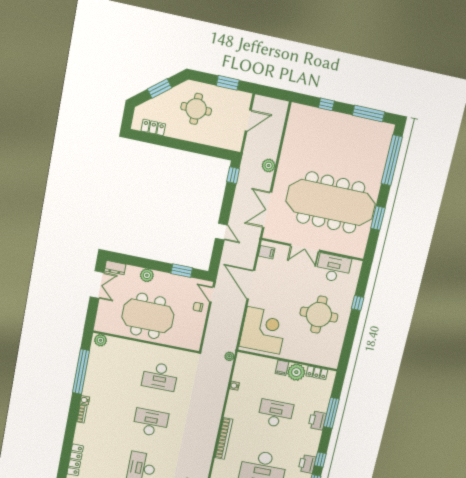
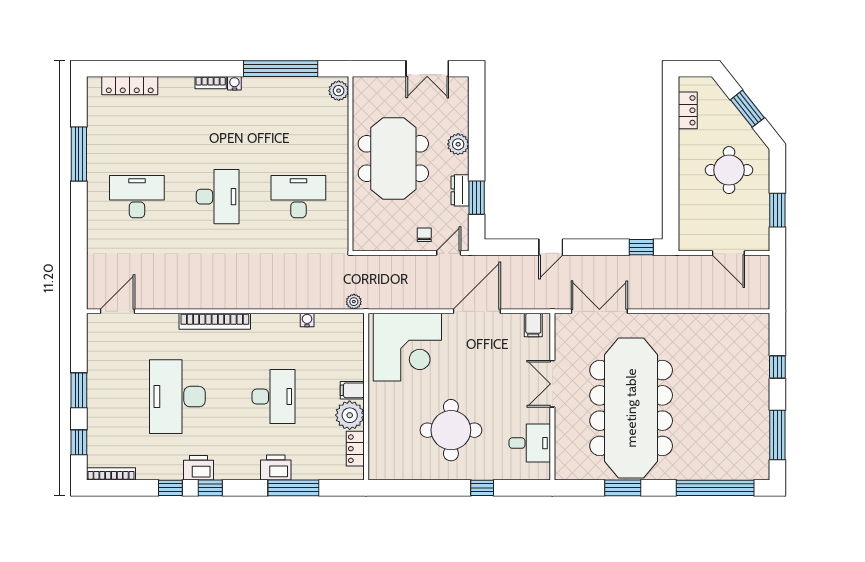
plant: (269, 166) -> (667, 299), removed
dresser: (115, 268) -> (460, 190), moved
desk: (333, 268) -> (530, 443), width x0.73
desk: (160, 376) -> (298, 197), turned 90

